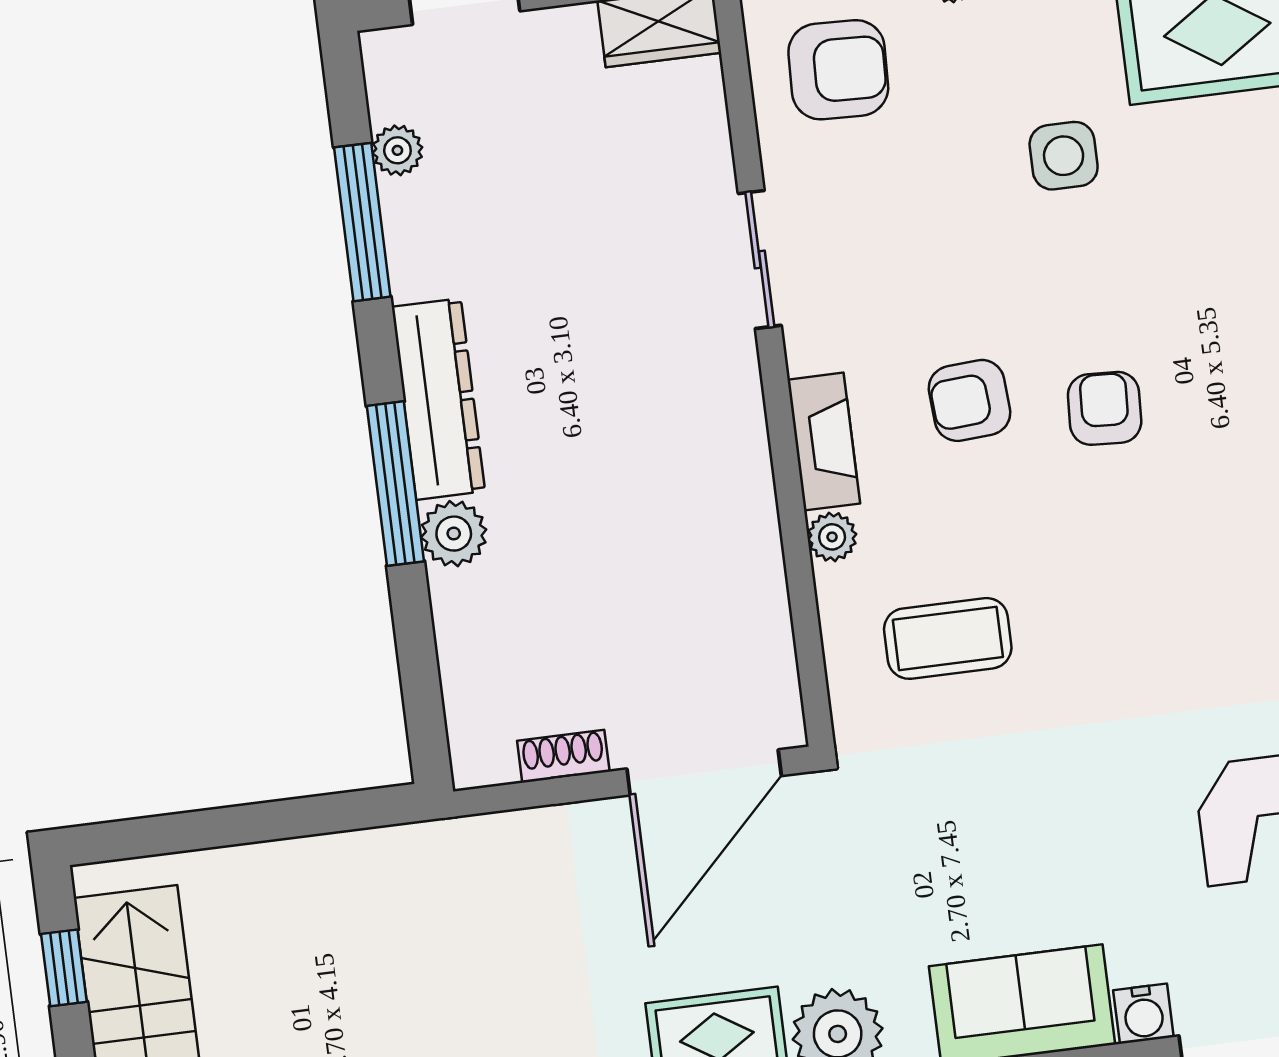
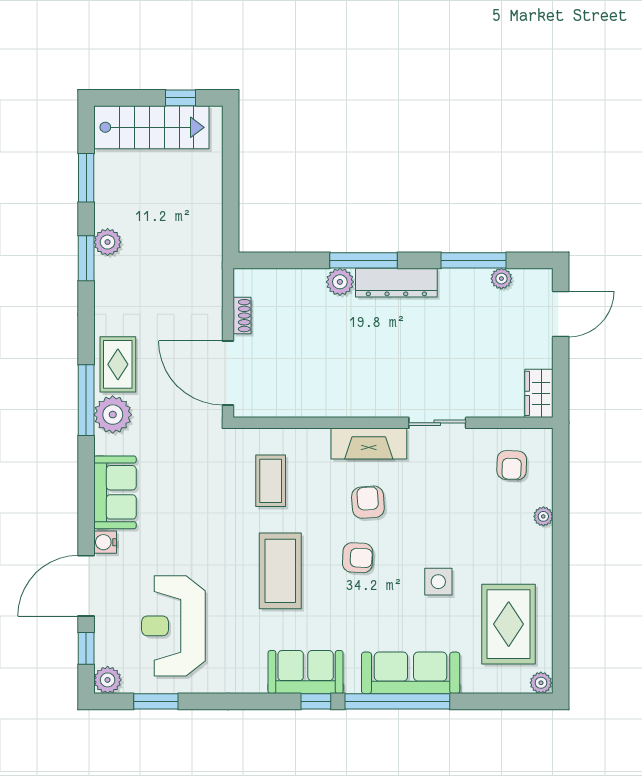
armchair: (838, 70) -> (512, 465), width x0.72, depth x0.72
side table: (1064, 156) -> (438, 582), moved
fireplace: (824, 442) -> (369, 444), width x1.37, depth x1.32
plant: (832, 537) -> (319, 438), removed
coffee table: (1159, 588) -> (280, 571), added

